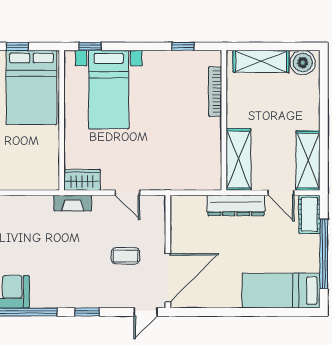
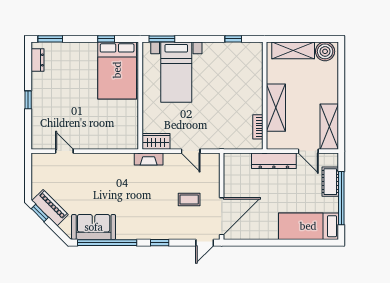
window: (90, 46) -> (162, 39), width x1.50
bookcase: (215, 92) -> (258, 127), moved, width x0.64
shelving: (239, 159) -> (276, 108), moved
cot: (309, 214) -> (330, 182), moved

